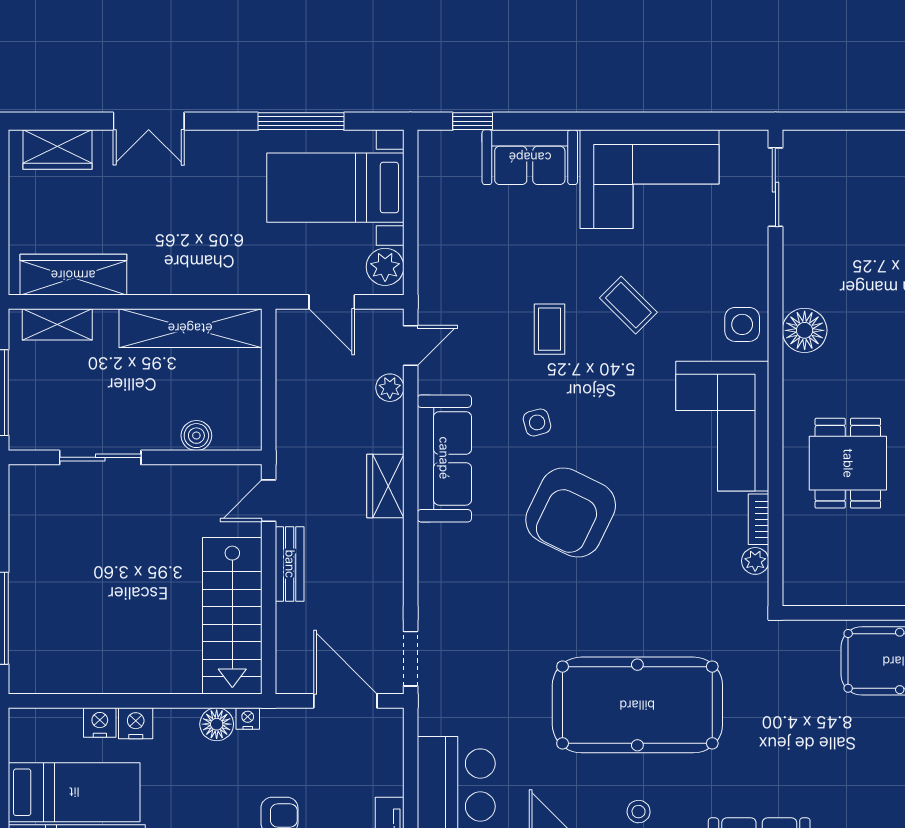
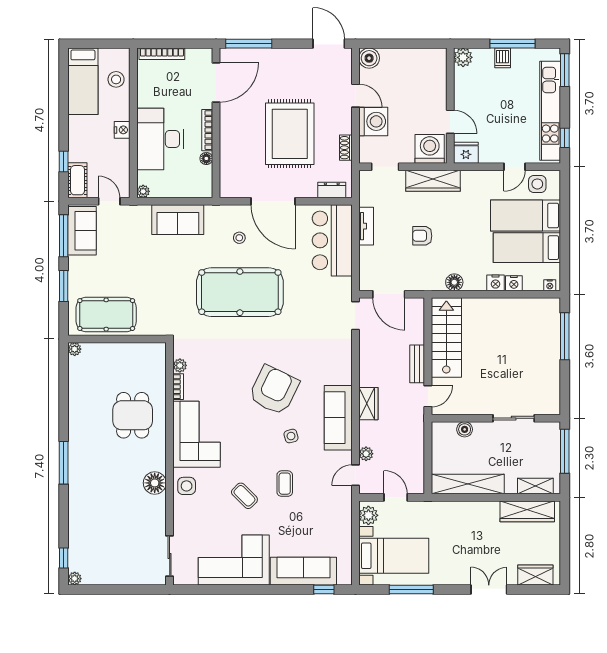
sofa: (530, 157) -> (303, 571), width x1.36
nightstand: (248, 718) -> (550, 285), moved

